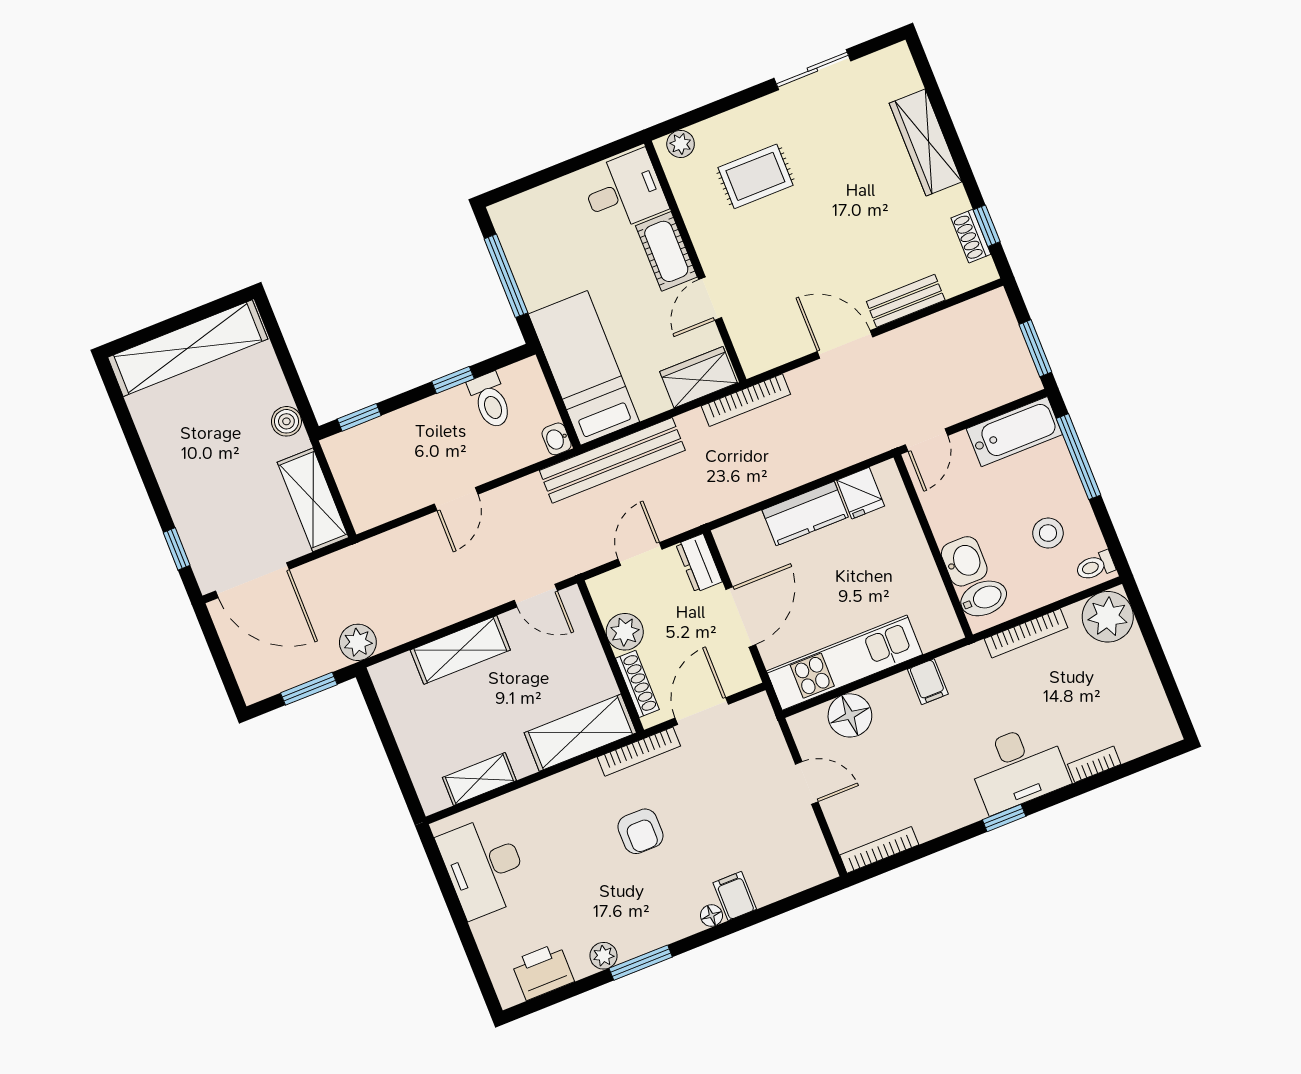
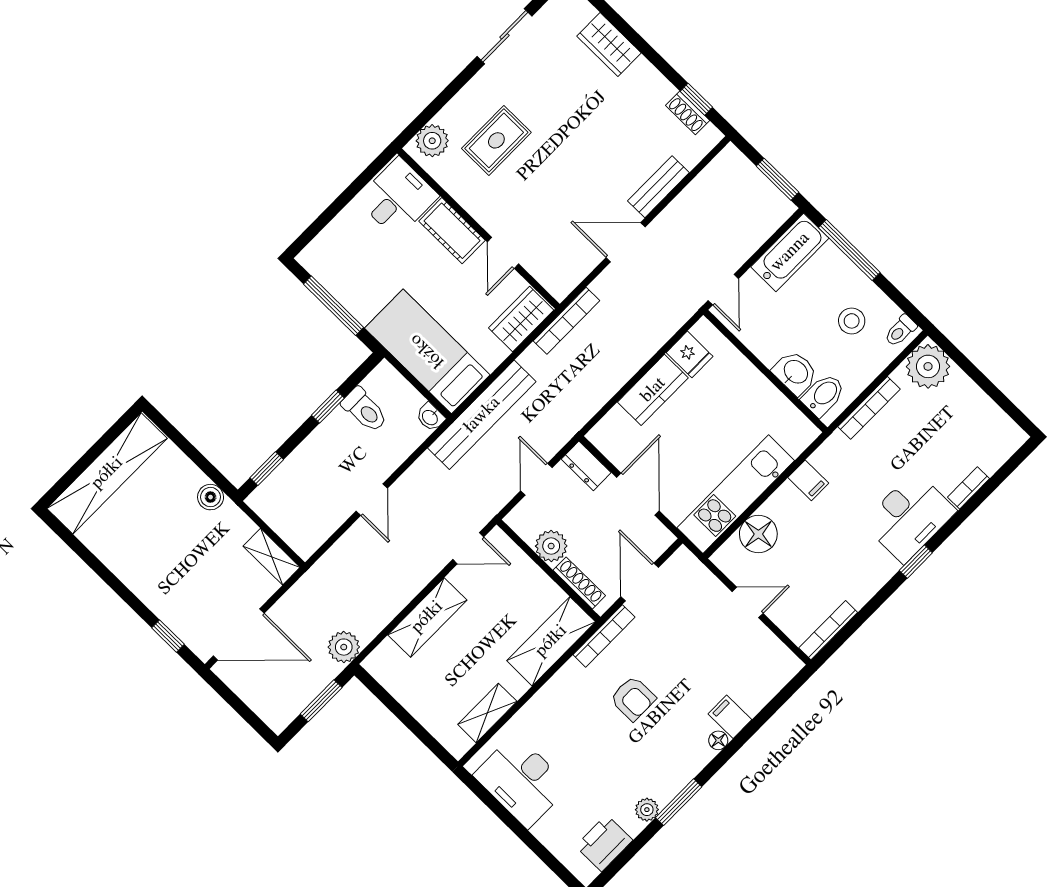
wardrobe: (926, 143) -> (609, 45), width x0.67
plant: (681, 144) -> (432, 141), width x1.38, depth x1.38
shelving: (313, 500) -> (272, 557), width x0.67, depth x0.75

